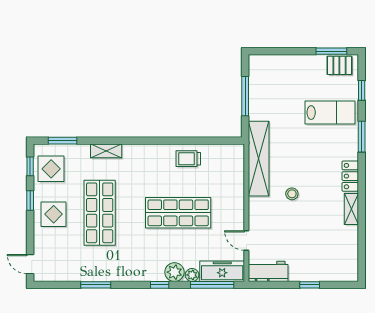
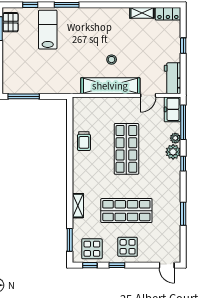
window: (245, 96) -> (24, 96), moved
shelving: (259, 159) -> (110, 86), moved
locker: (350, 176) -> (168, 14), moved
shelving: (351, 209) -> (142, 13), moved
door: (30, 264) -> (167, 265), hinge flipped
freezer: (222, 271) -> (172, 109), width x0.71

